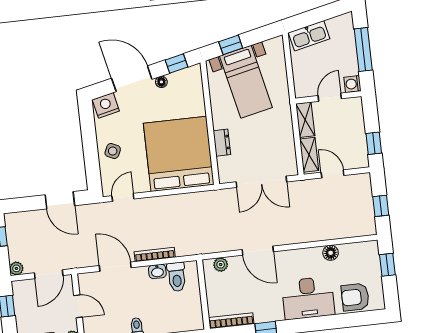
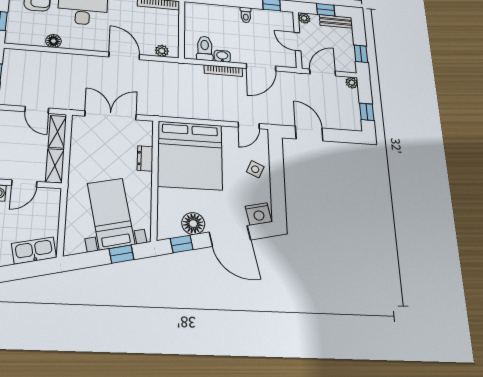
floor lamp: (161, 82) -> (193, 224), width x1.89, depth x1.89
door: (115, 267) -> (261, 67), hinge flipped

